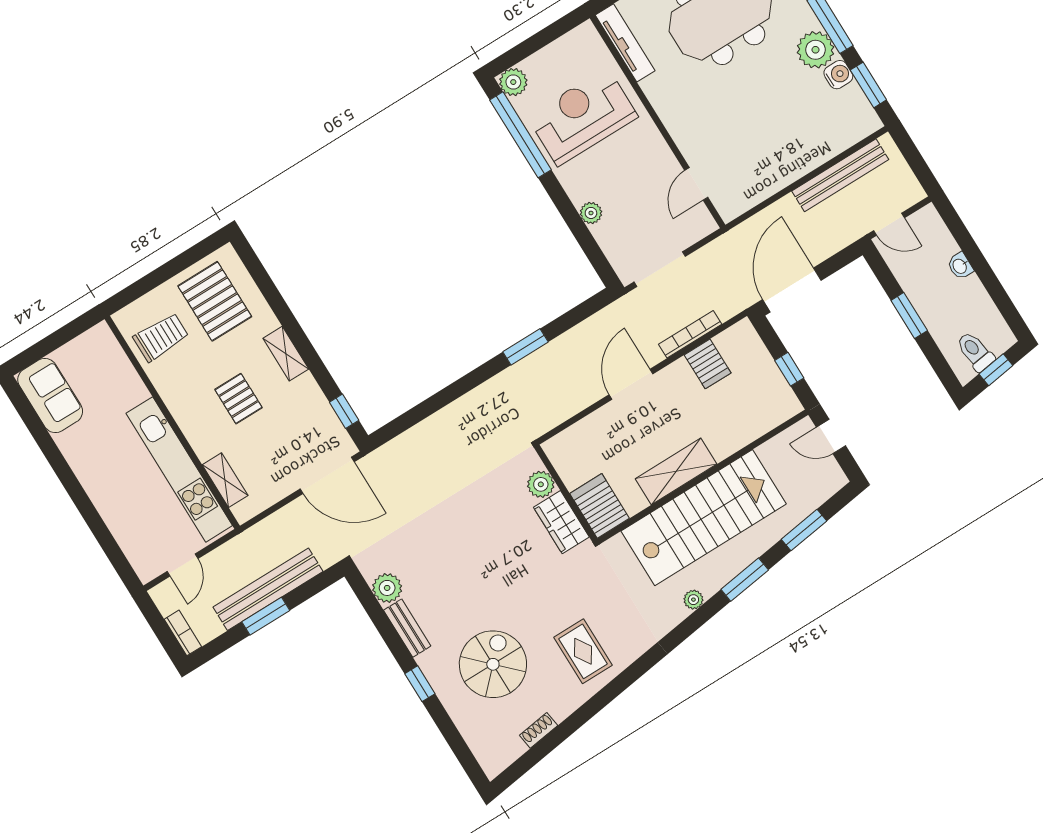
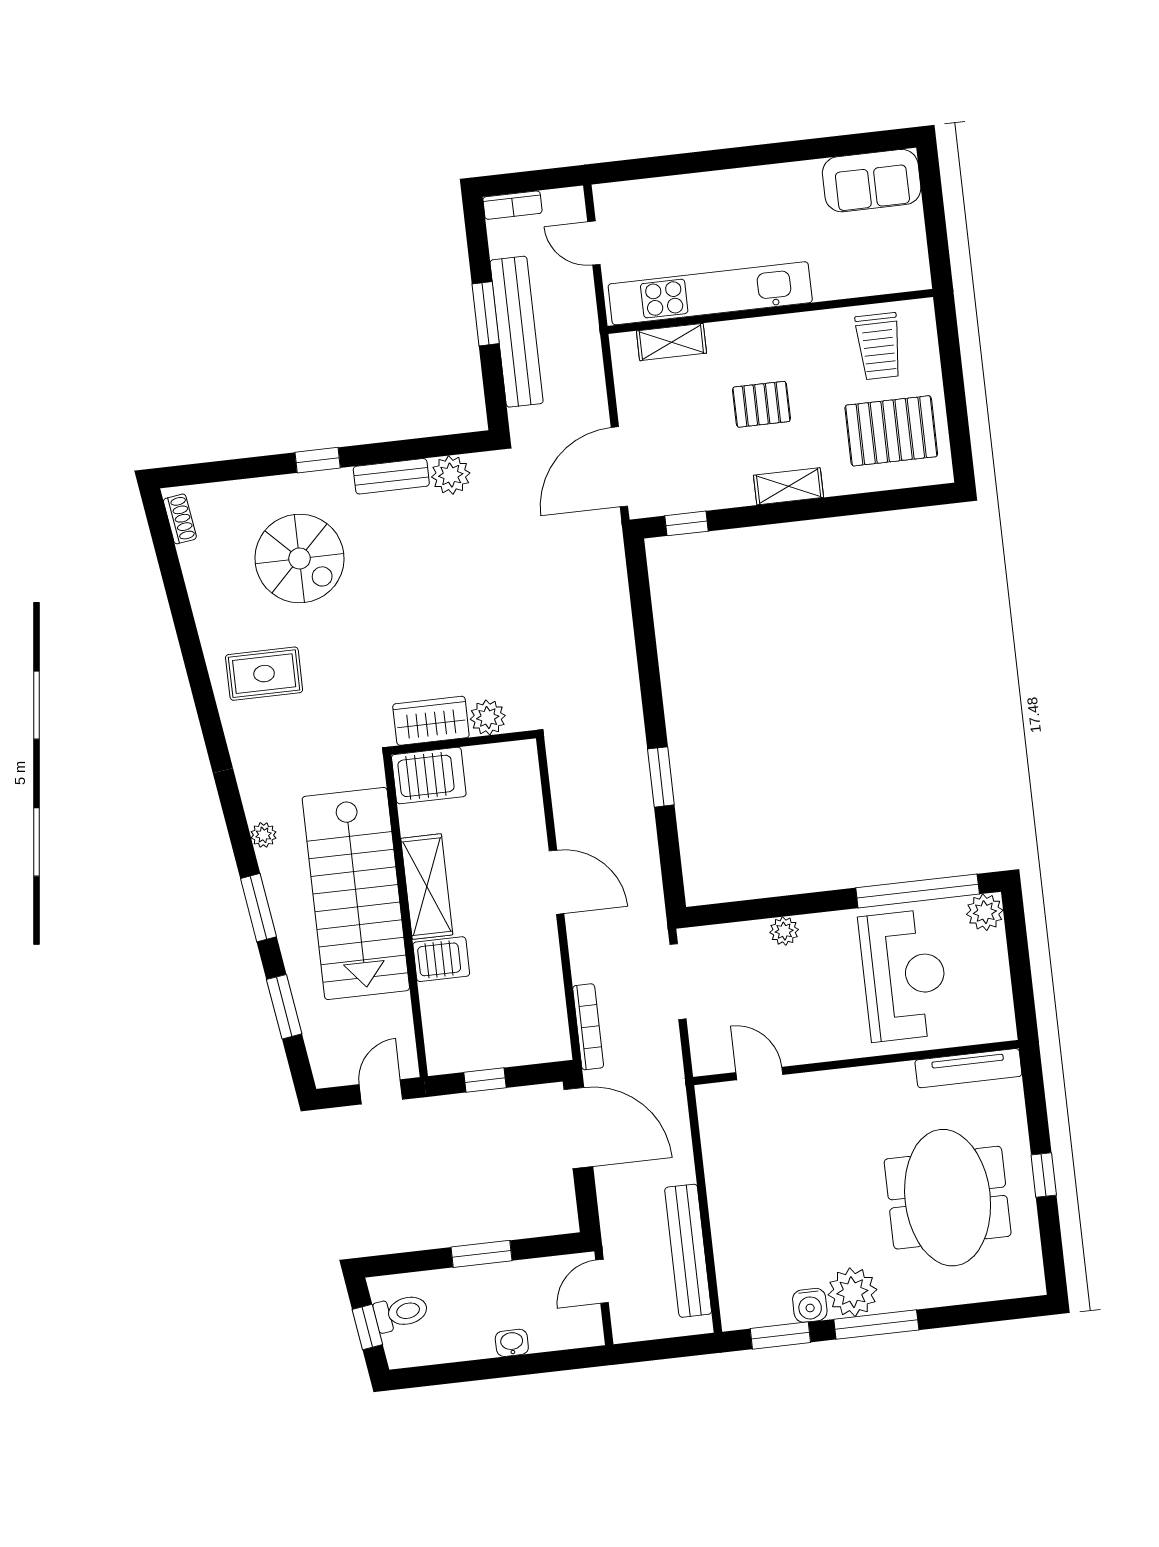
bookcase: (690, 334) -> (588, 1027), moved
server rack: (708, 364) -> (441, 959), moved, turned 180
shoe rack: (539, 730) -> (180, 519), moved

